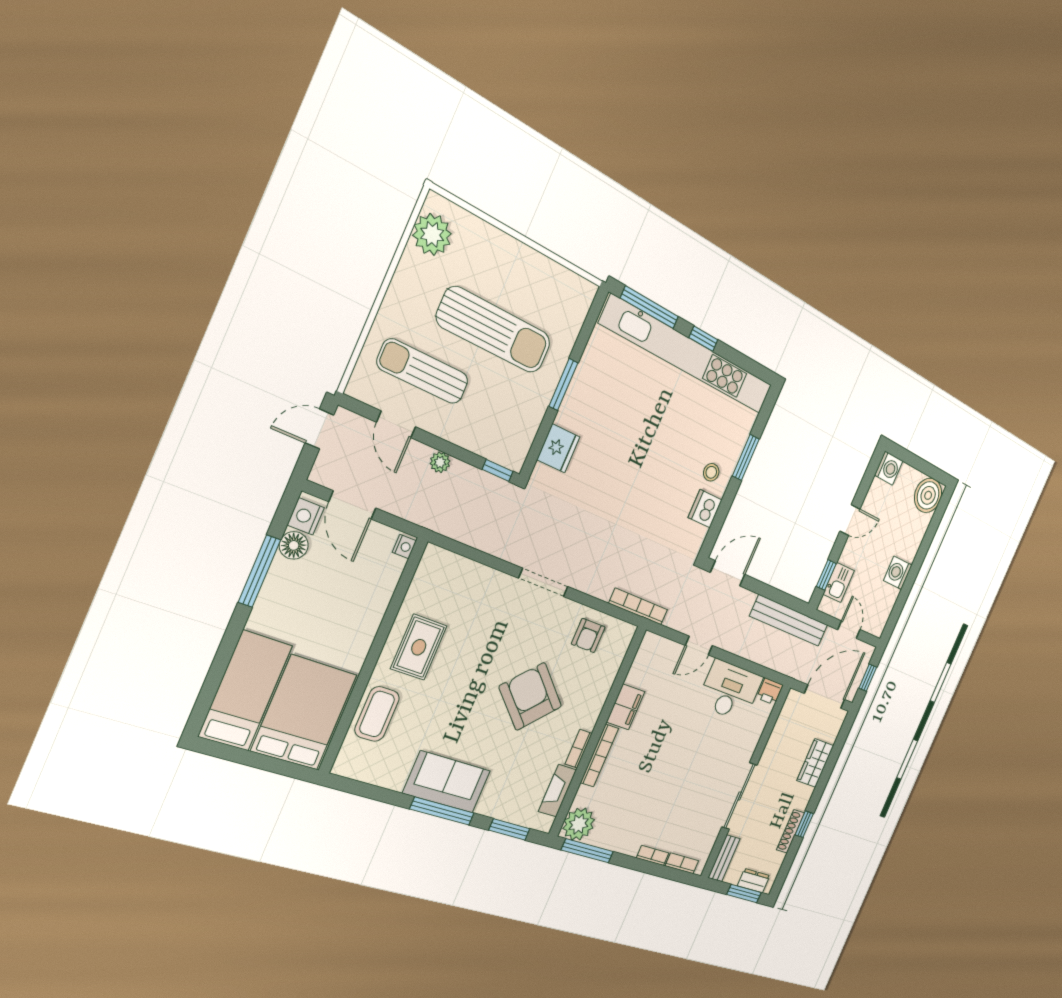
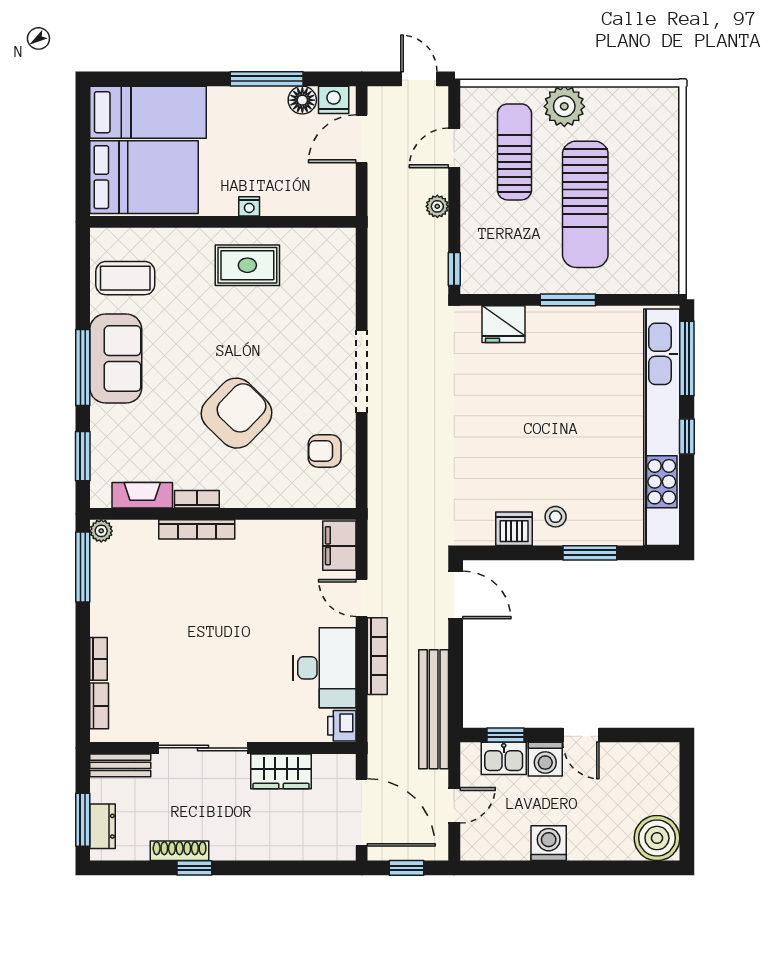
plant: (432, 234) -> (564, 106), moved
washing machine: (889, 468) -> (545, 759), moved
nightstand: (404, 546) -> (249, 206), moved
doorway: (543, 582) -> (362, 372), width x1.36
bookcase: (638, 607) -> (377, 656), moved
filing cabinet: (626, 707) -> (339, 546), moved, turned 90
coffee table: (377, 714) -> (125, 278), moved
wardrobe: (815, 763) -> (281, 771), moved, turned 180
plant: (579, 824) -> (101, 531), width x0.53, depth x0.53

